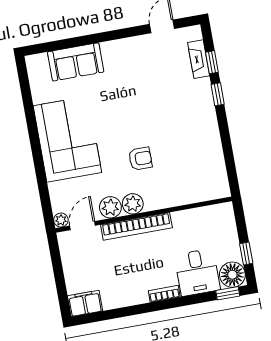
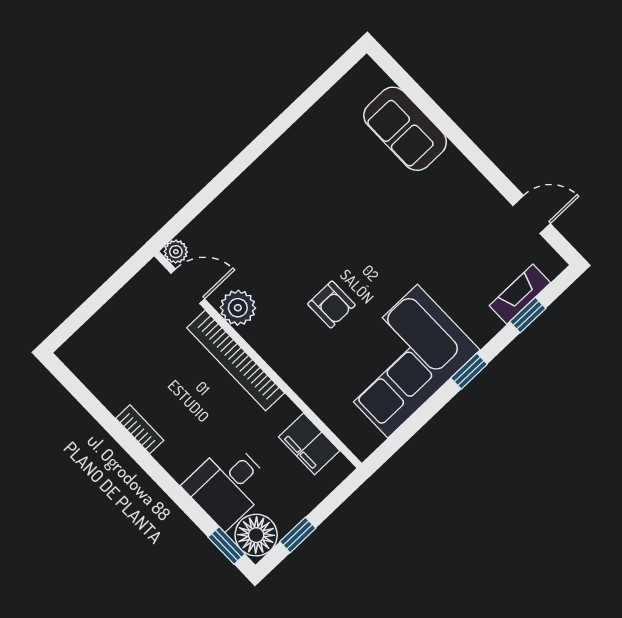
window: (218, 94) -> (469, 371), moved
corner sofa: (67, 139) -> (403, 361), moved, turned 180
plant: (133, 204) -> (263, 335), removed
bookcase: (164, 294) -> (140, 429), moved
filing cabinet: (85, 303) -> (309, 444), moved, turned 180

